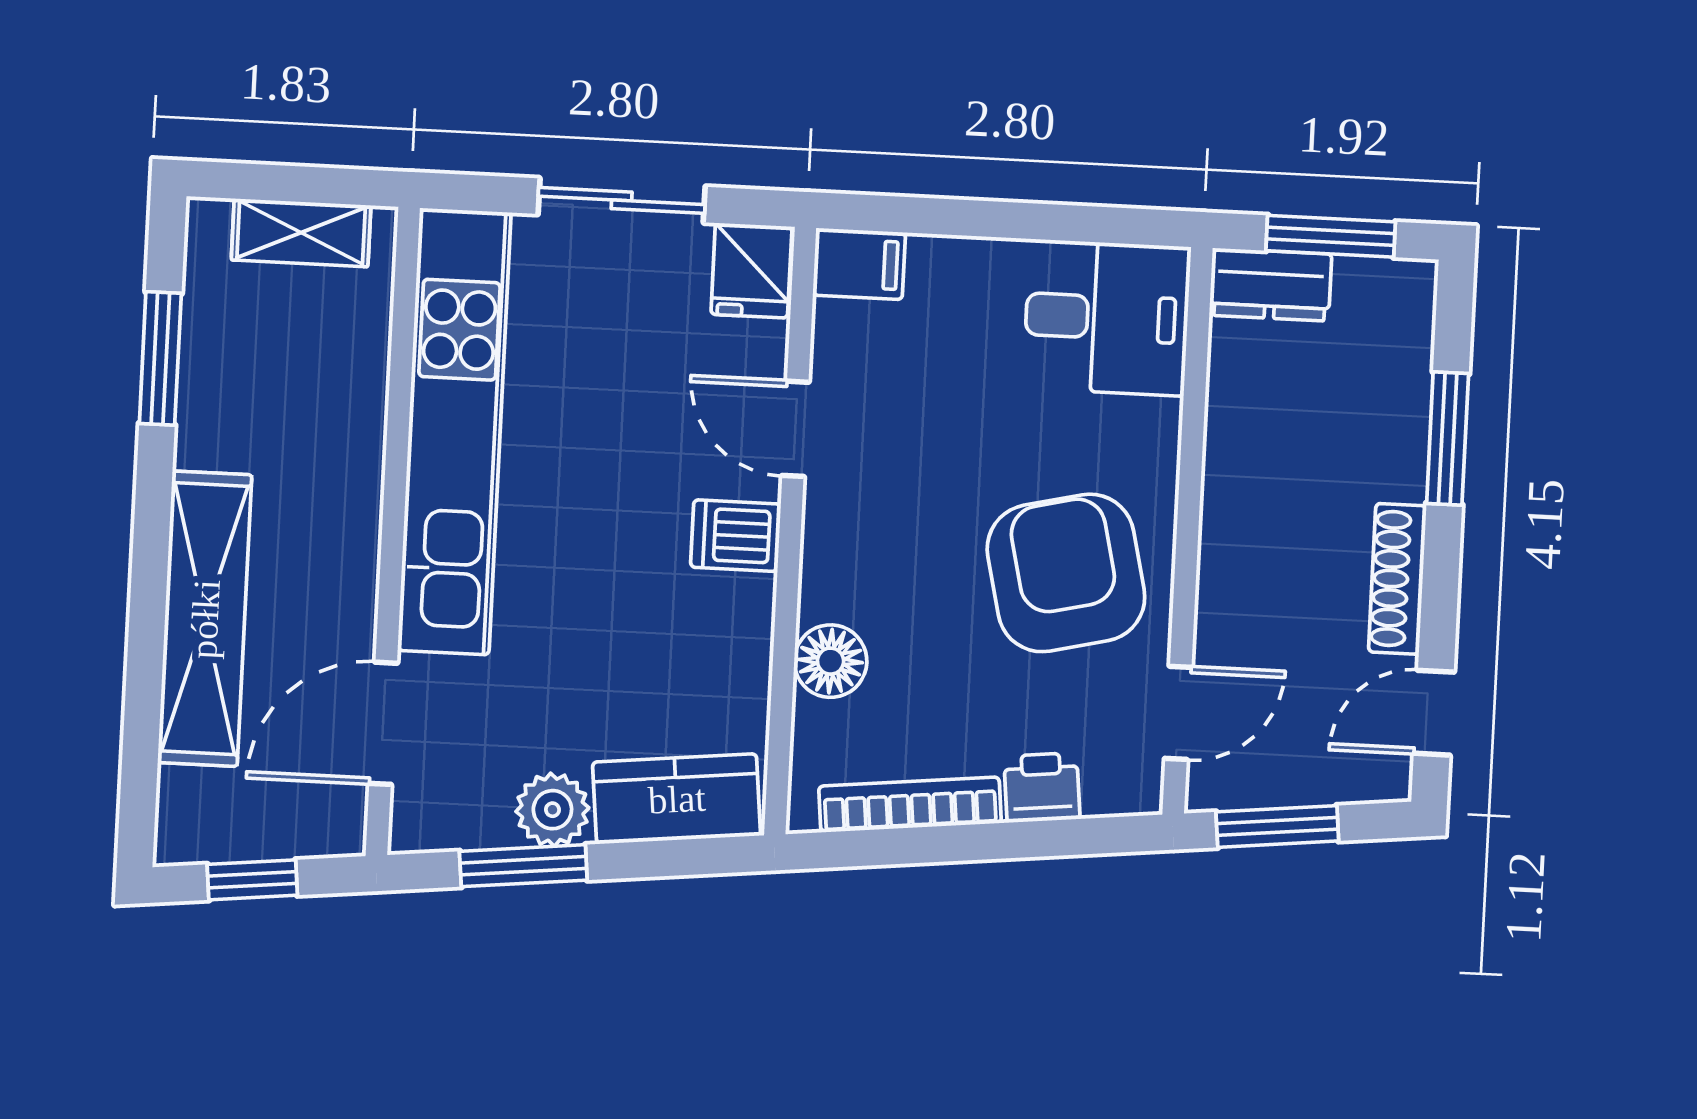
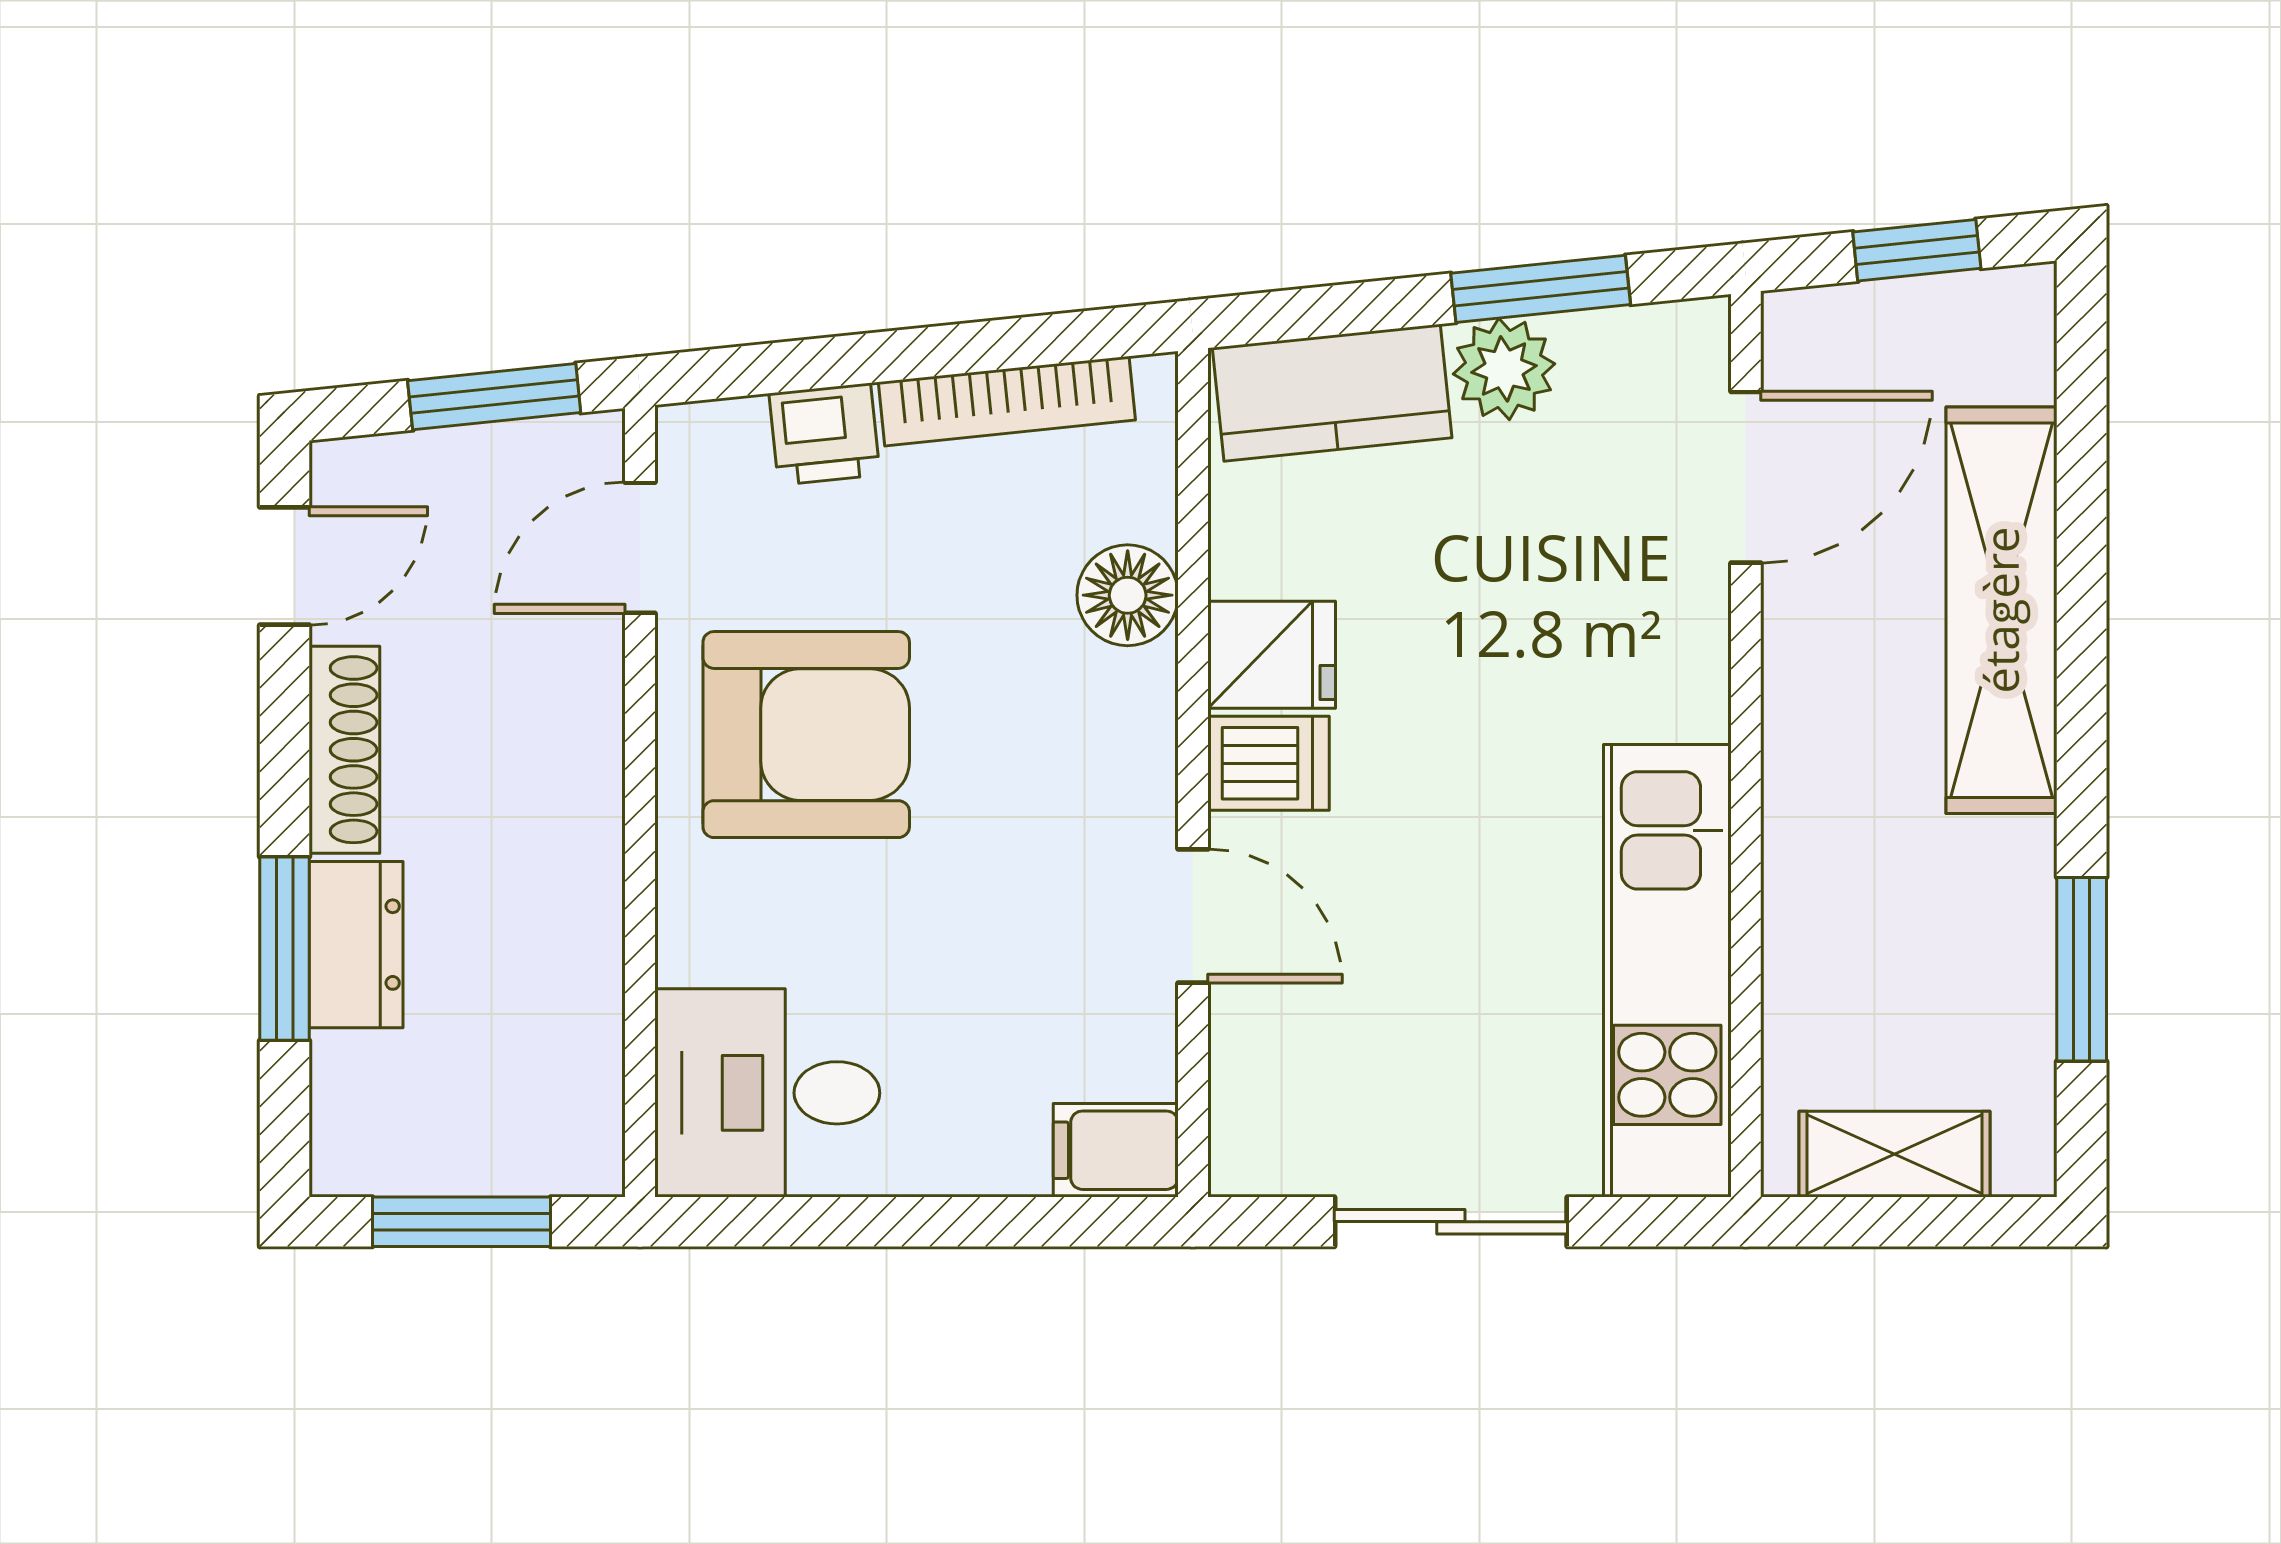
fridge: (751, 271) -> (1272, 655), moved, turned 90
dresser: (1270, 285) -> (356, 945), moved, turned 90
kitchen unit: (454, 431) -> (1667, 971), width x0.73
armchair: (1066, 573) -> (806, 735), turned -77

